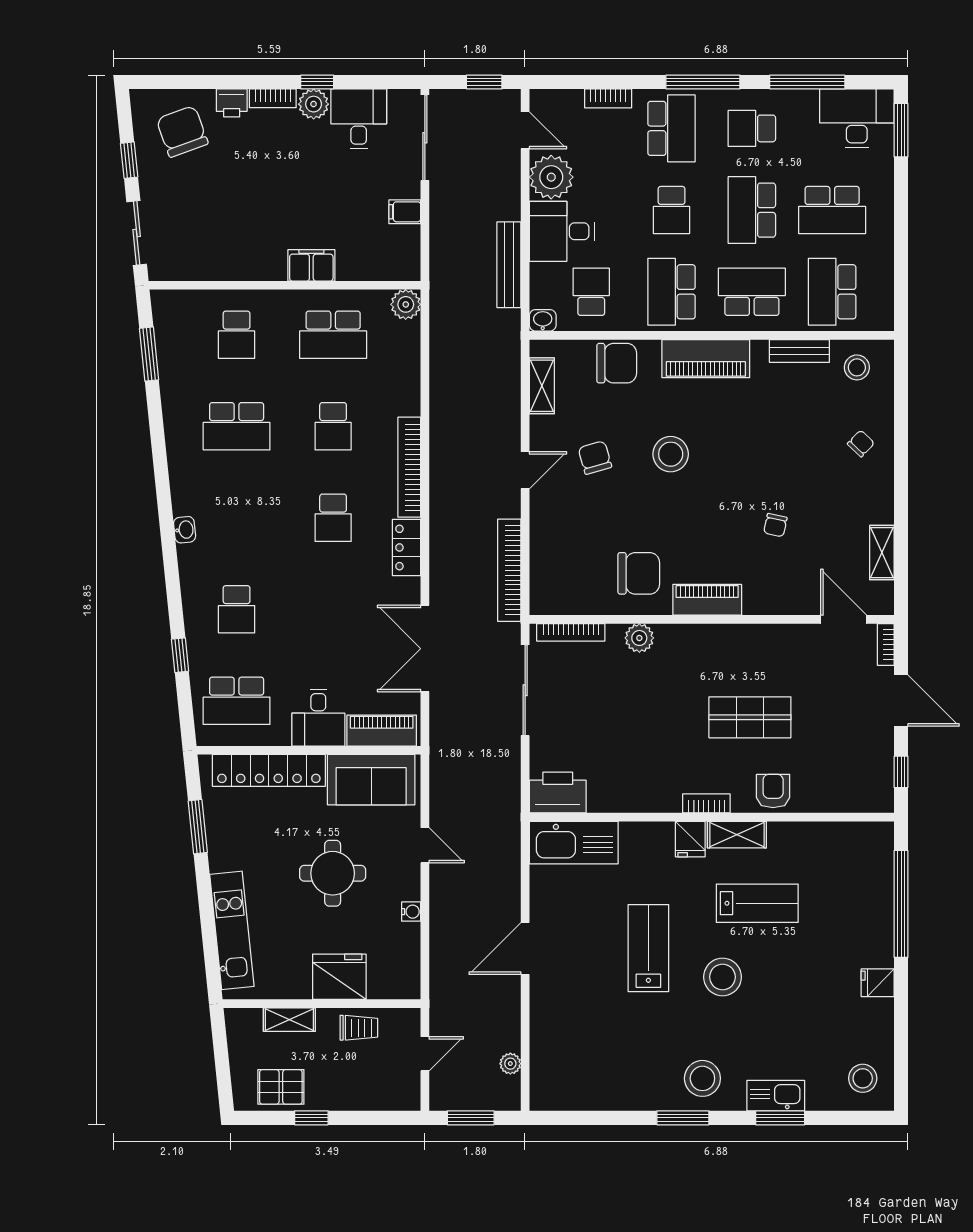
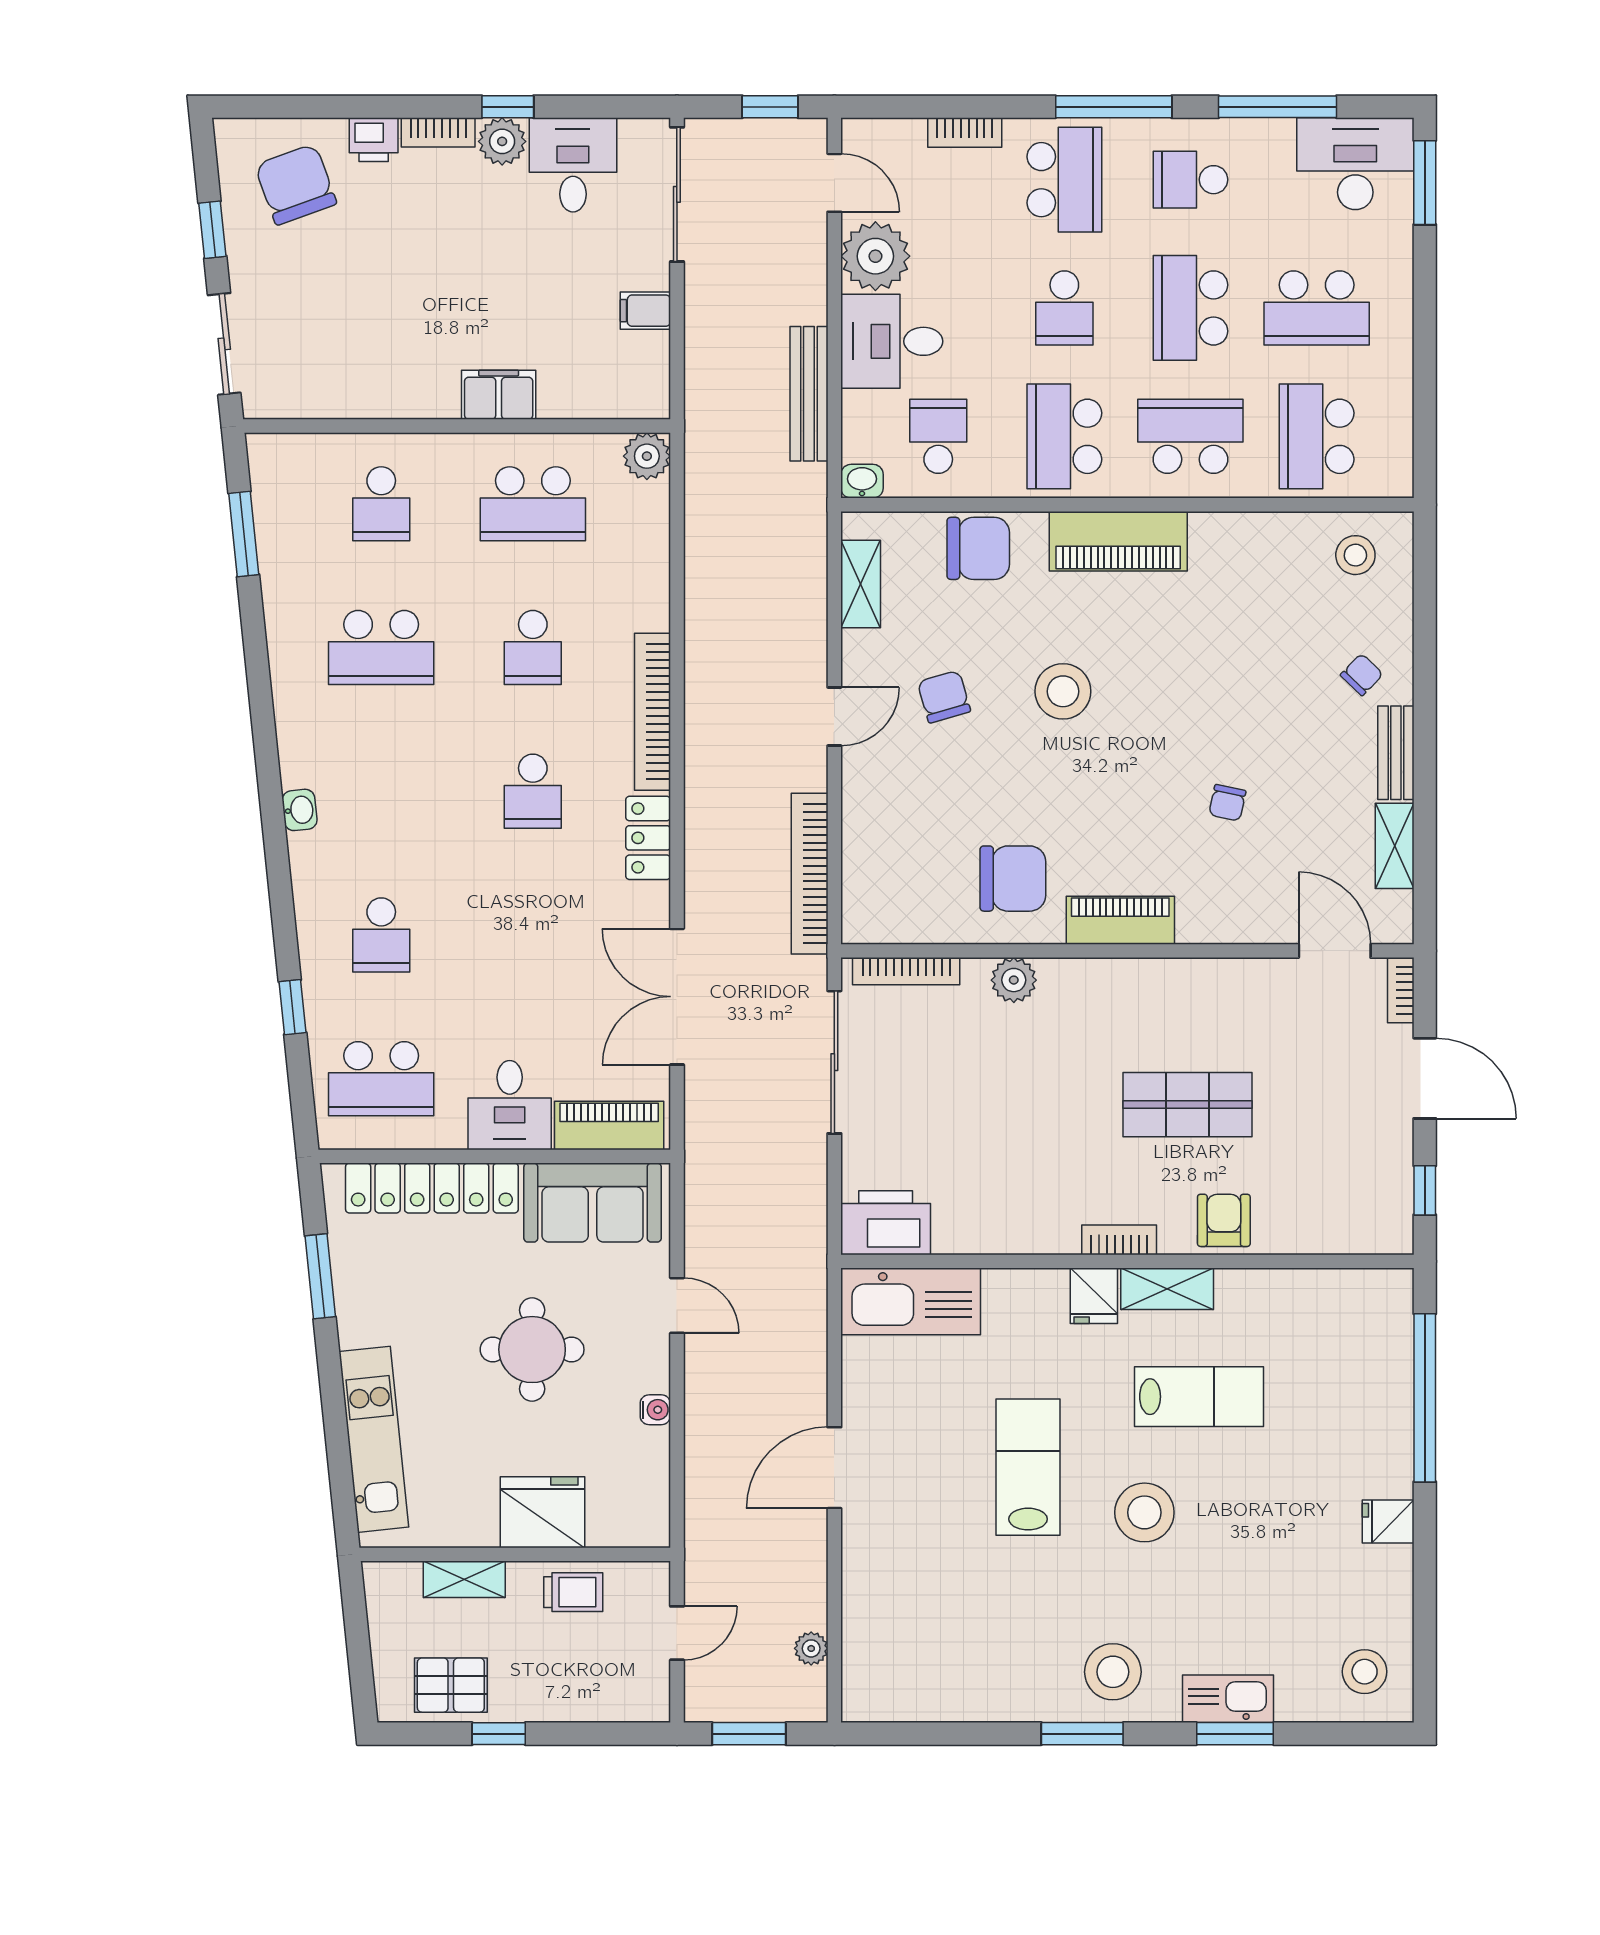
bench: (799, 351) -> (1396, 753), moved, turned 90

